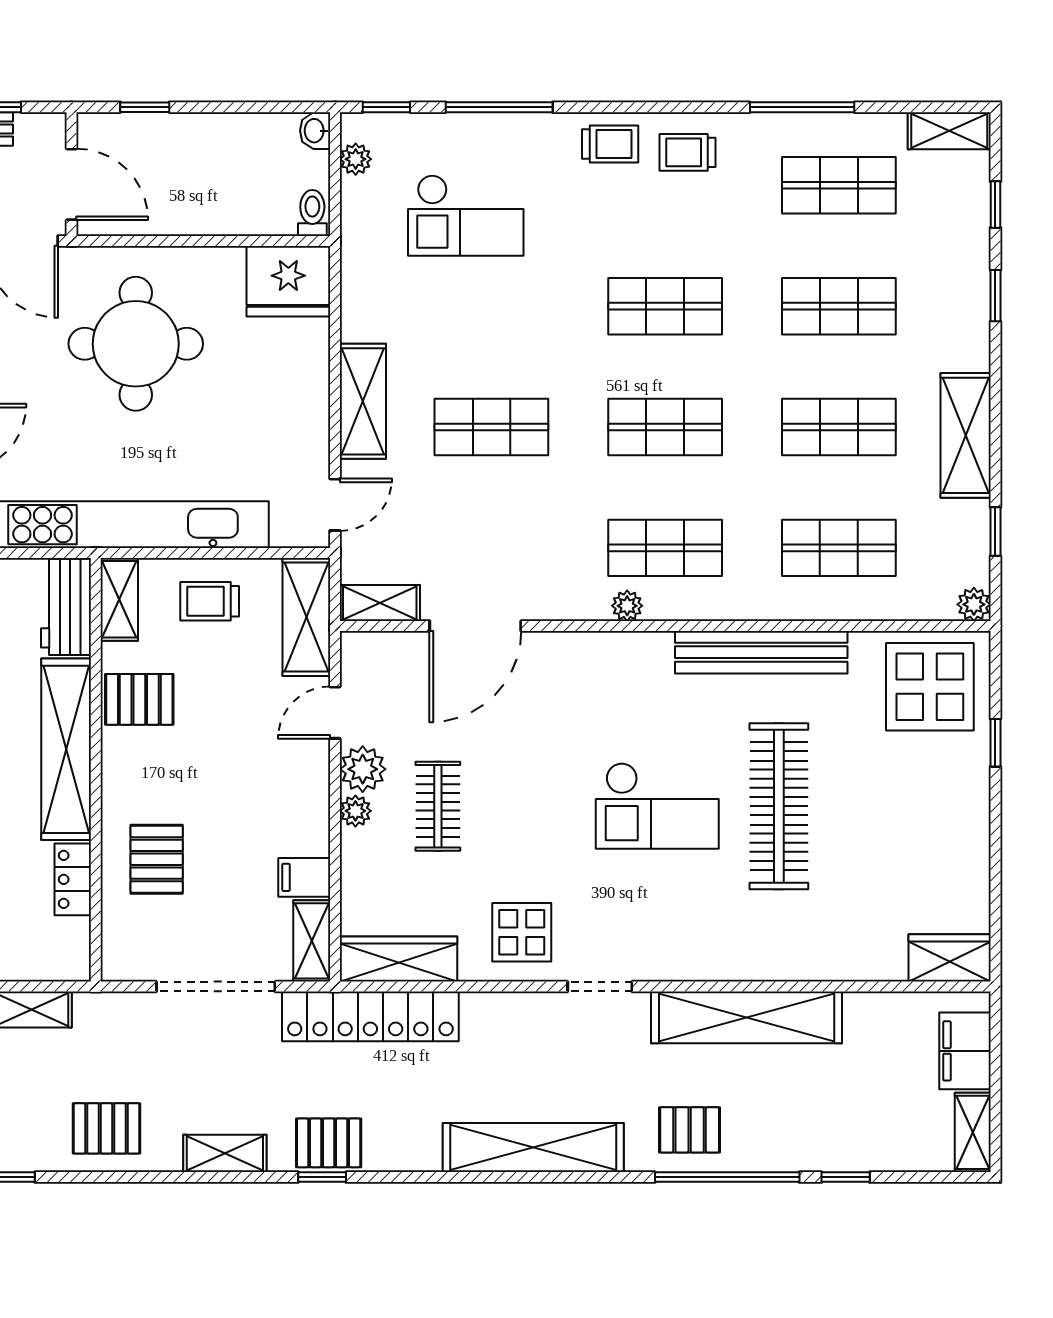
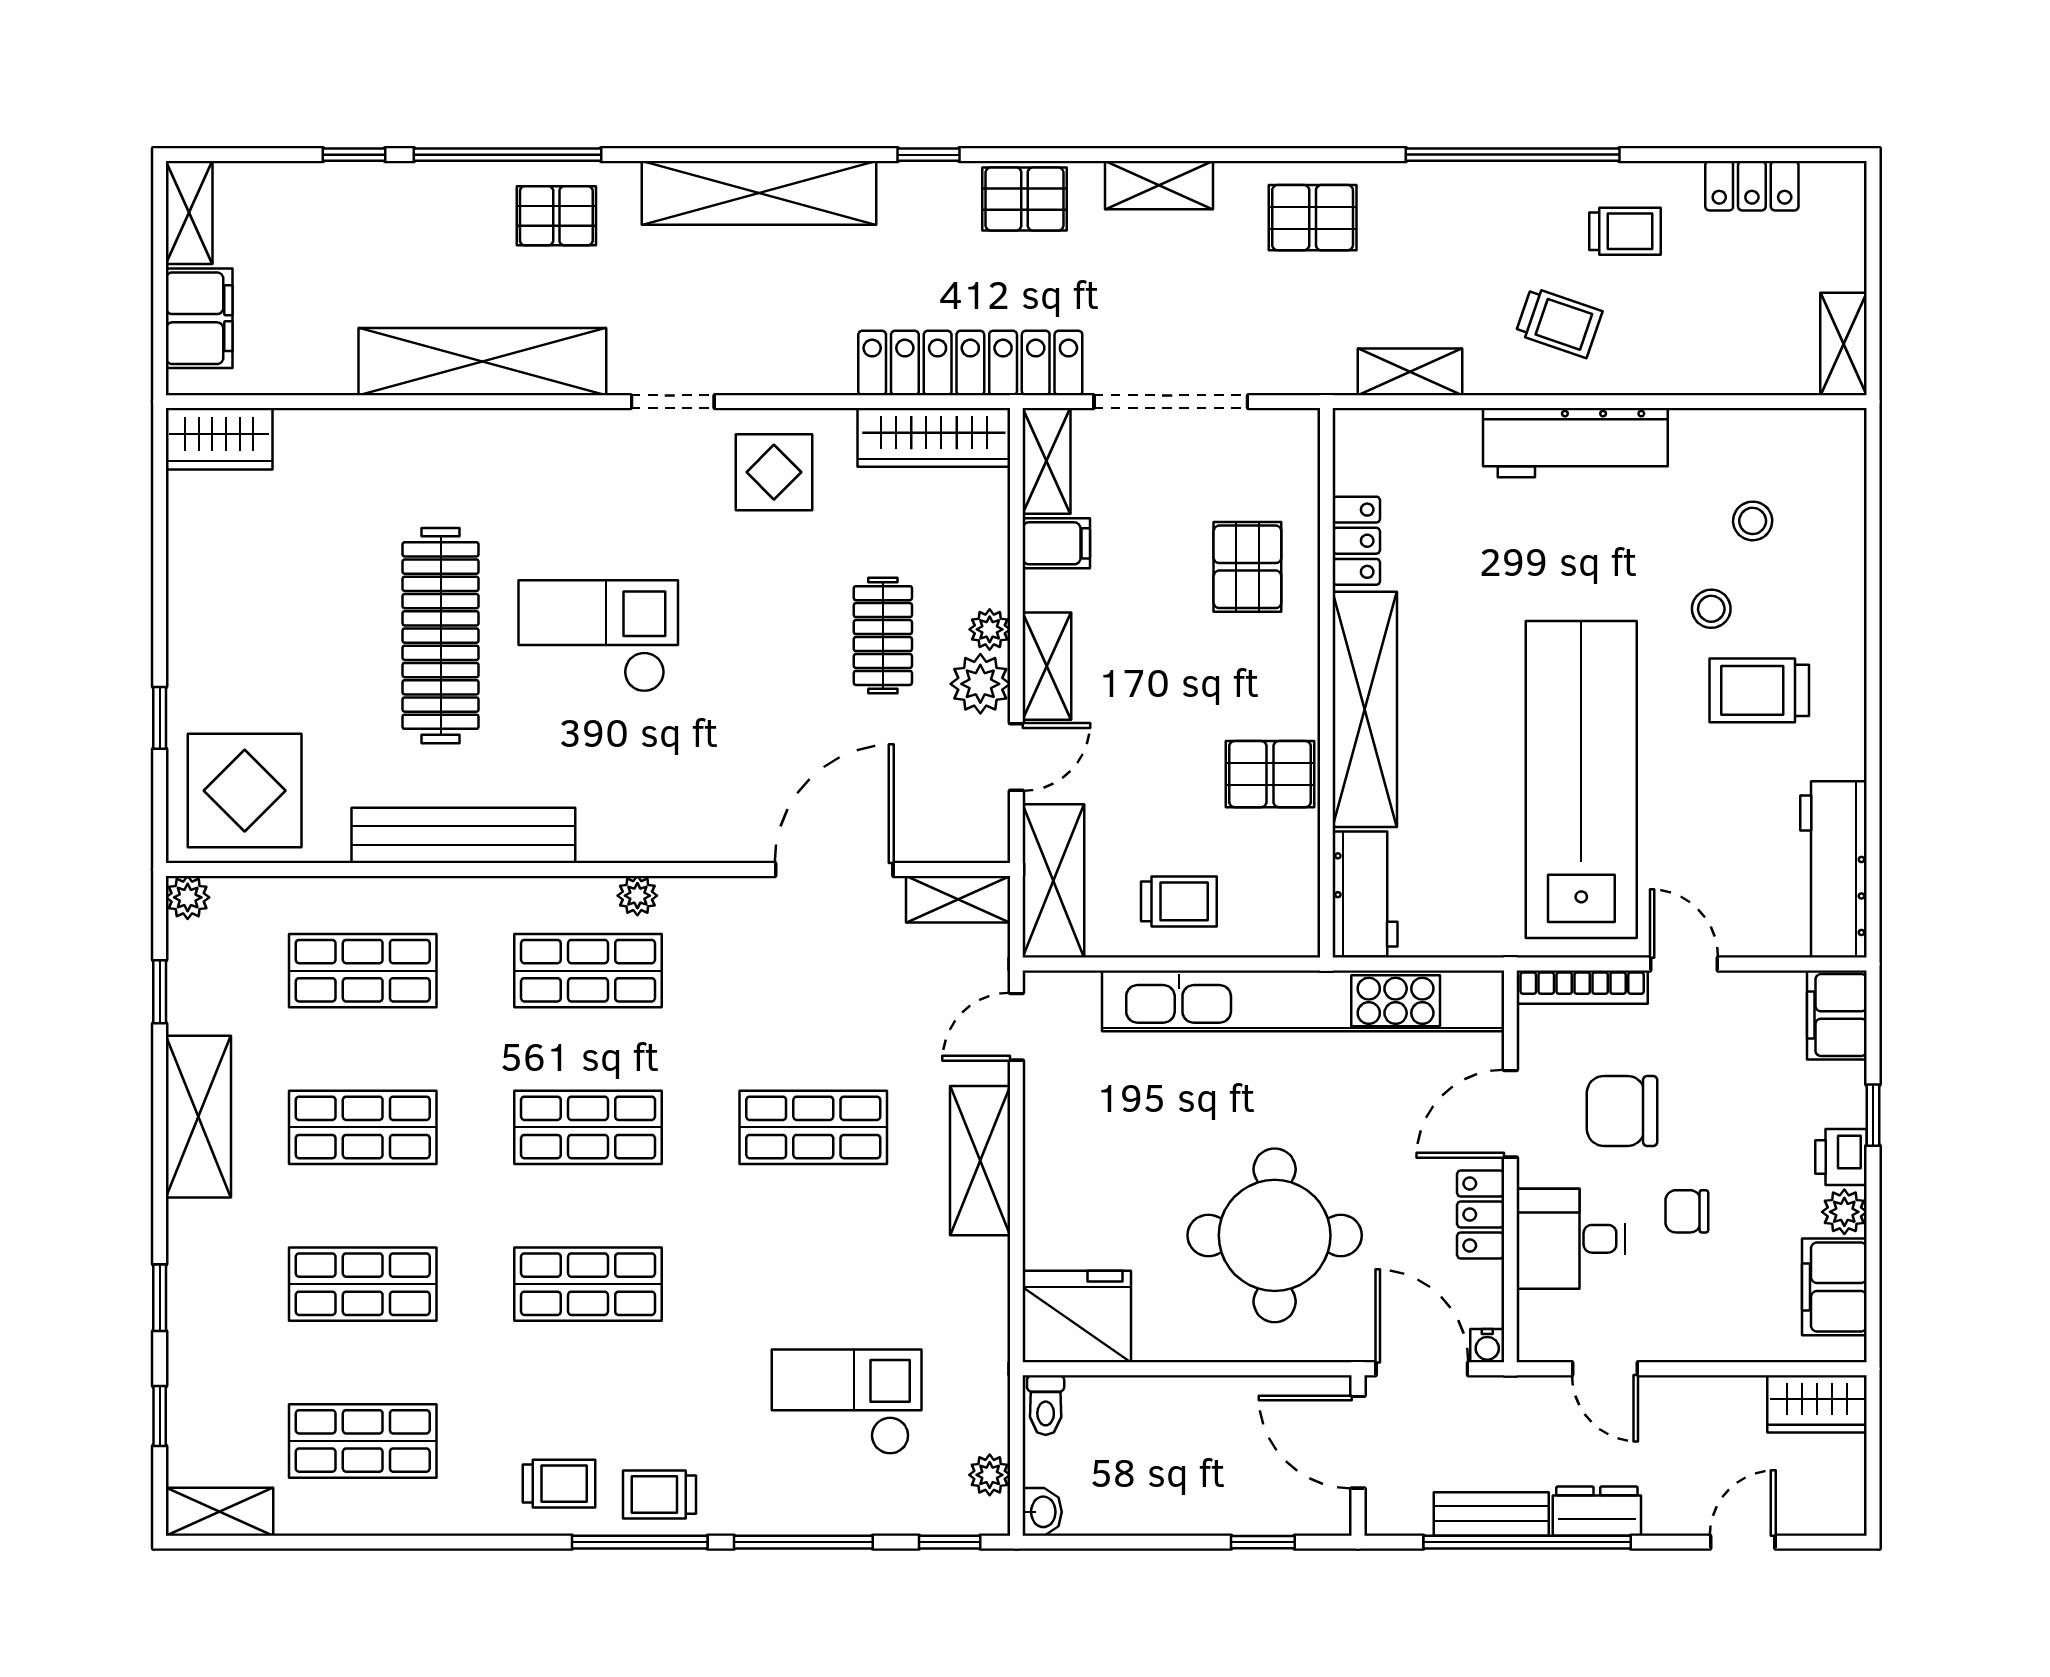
window: (802, 107) -> (640, 1542), moved
shelving: (119, 599) -> (1047, 666), moved
window: (322, 1177) -> (928, 155), moved

